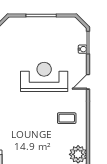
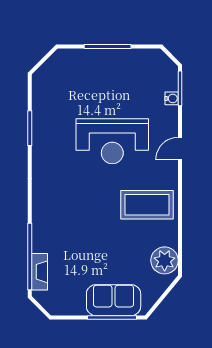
reception desk: (44, 77) -> (112, 141), turned 180
coffee table: (67, 118) -> (147, 205), width x1.86, depth x1.72

